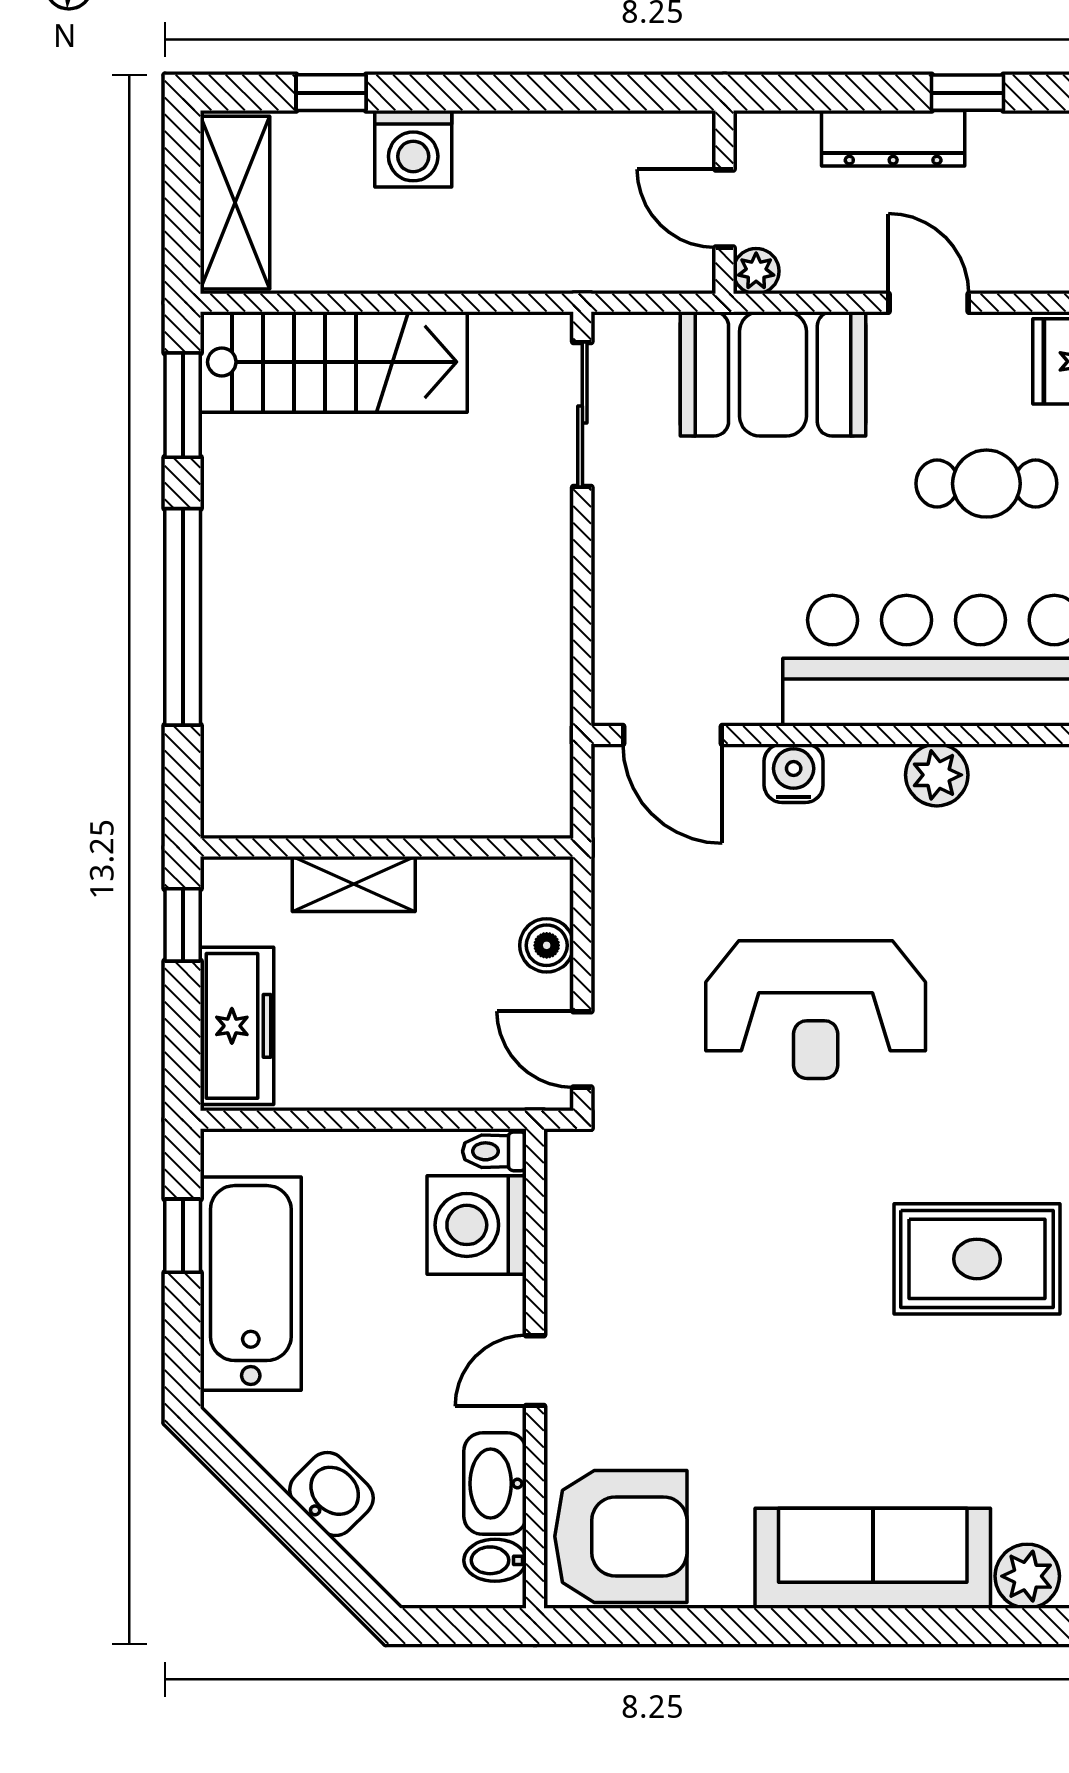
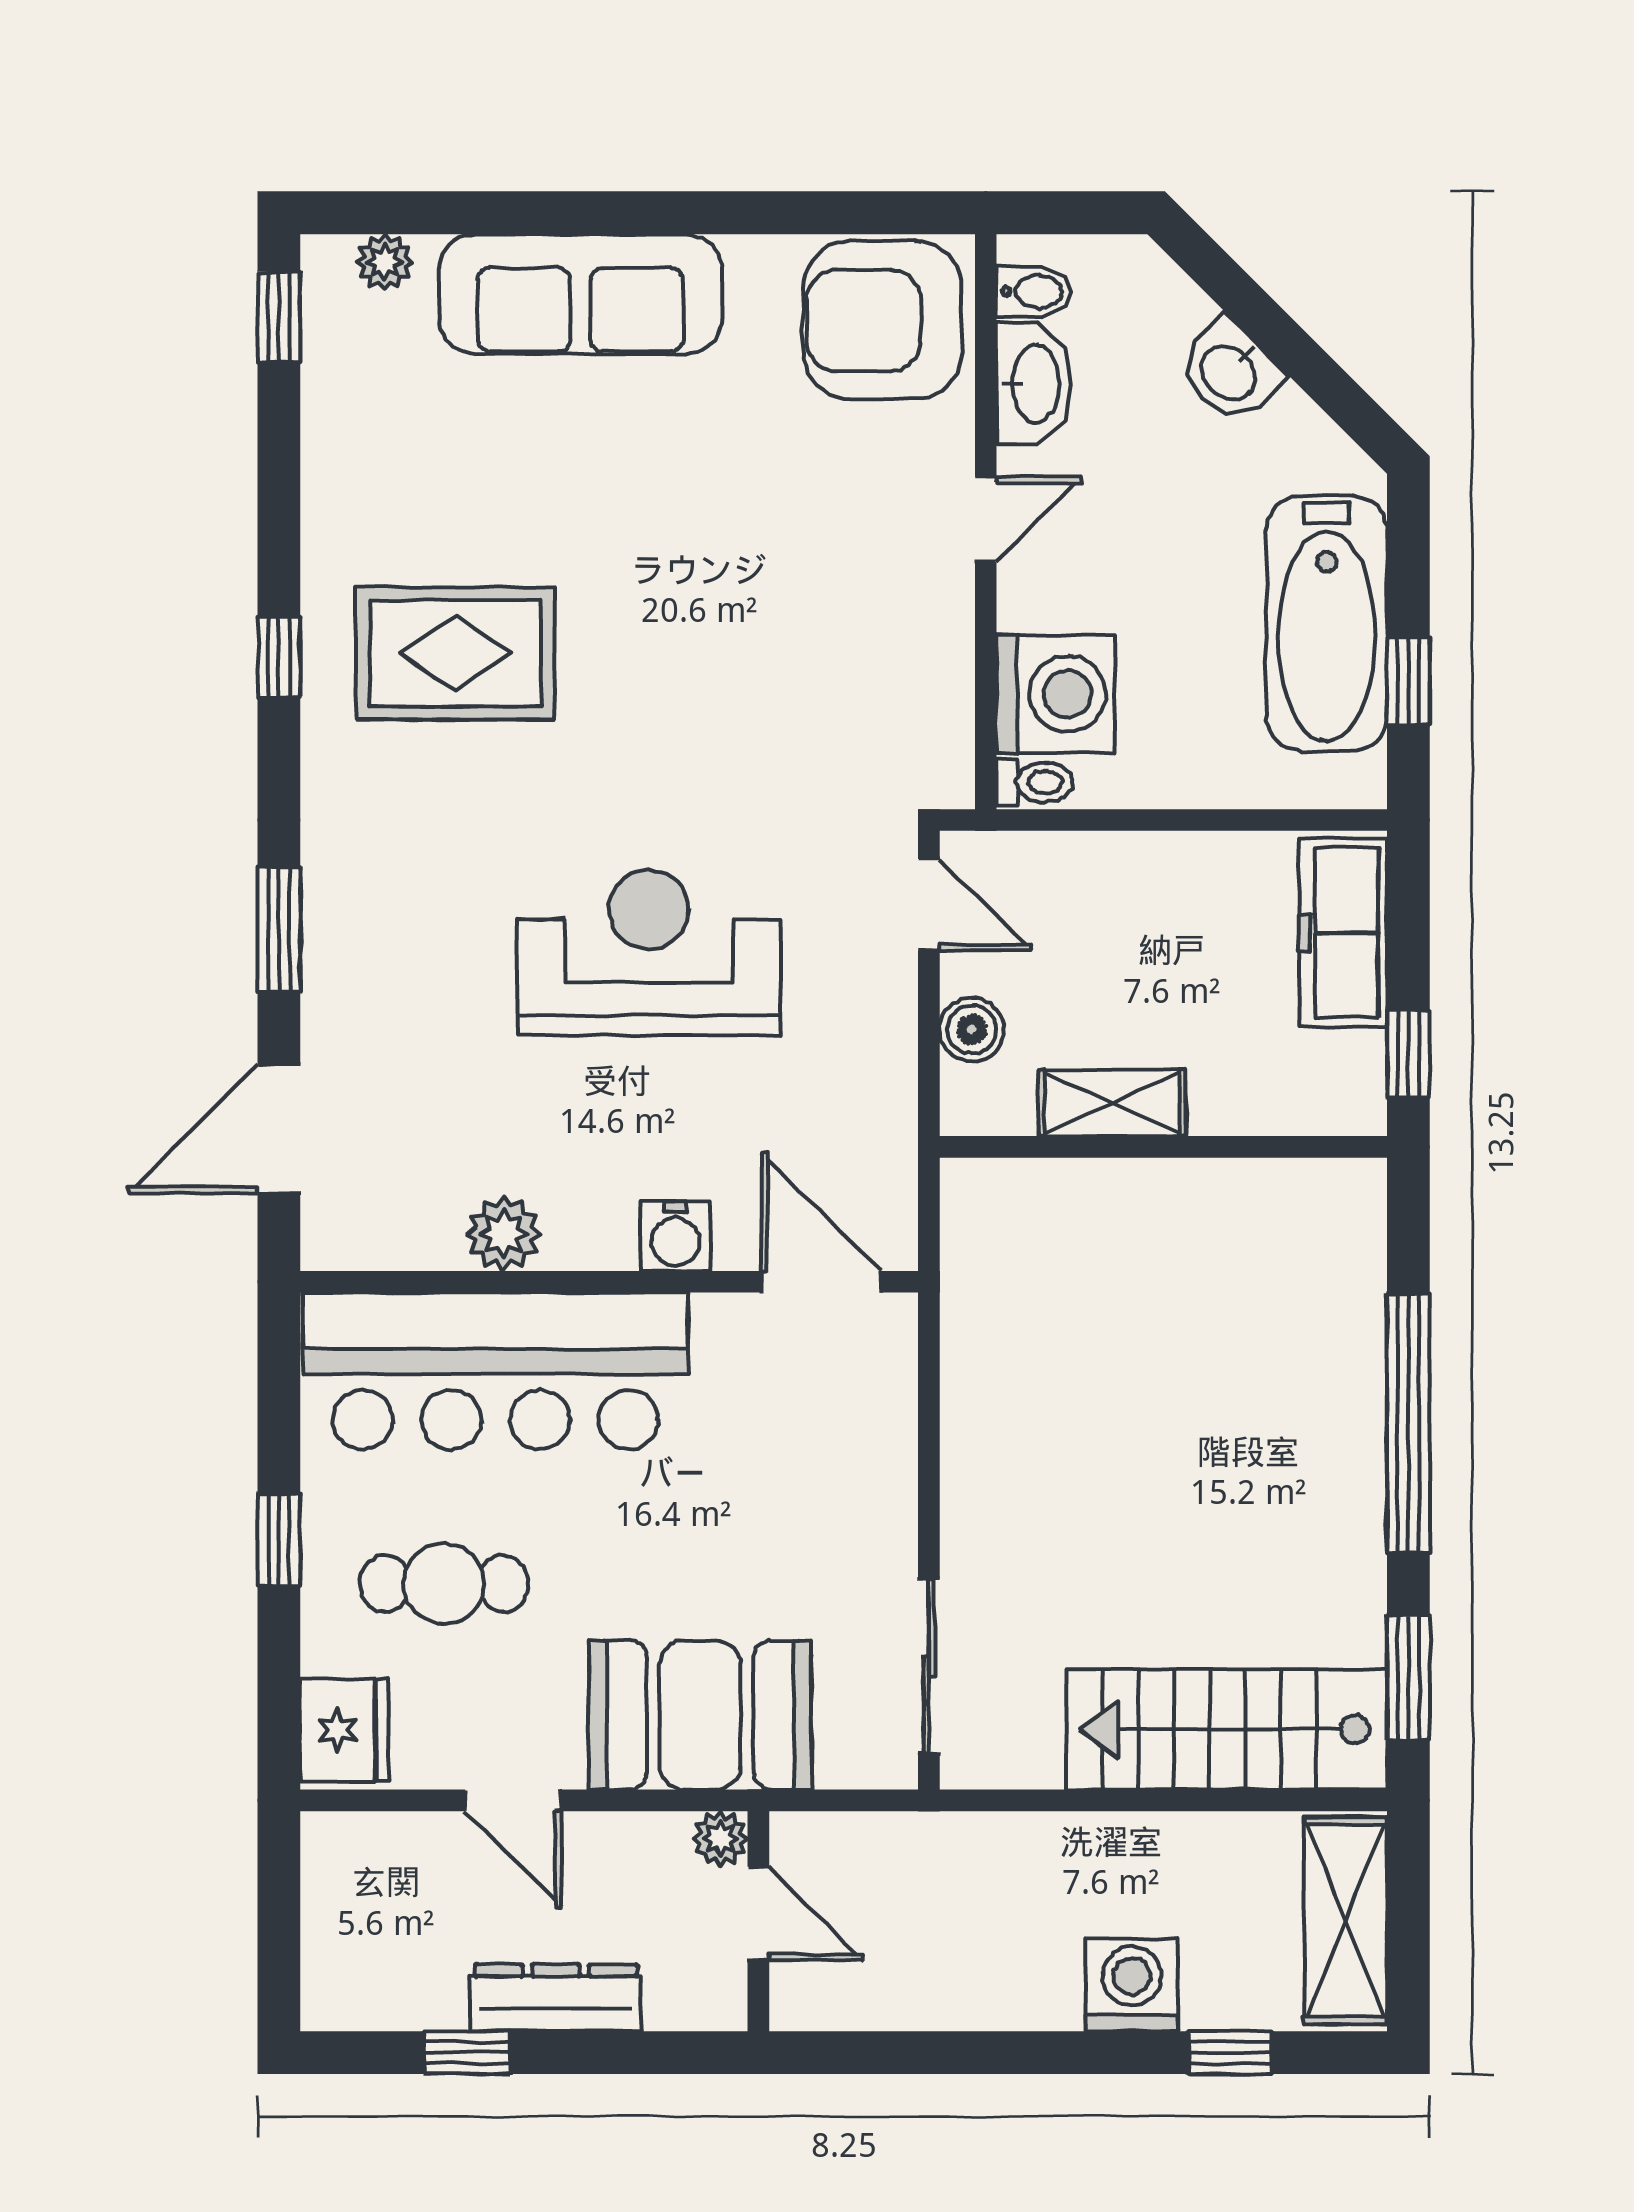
shelving: (354, 884) -> (1112, 1103), moved
plant: (1027, 1576) -> (385, 262), width x0.73, depth x0.73

